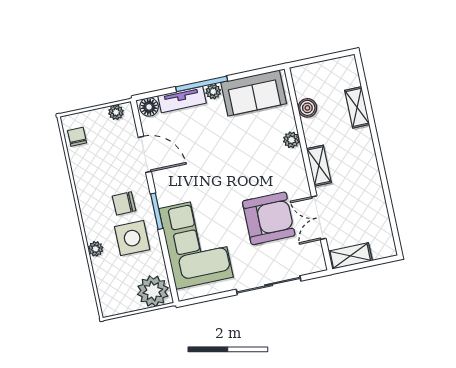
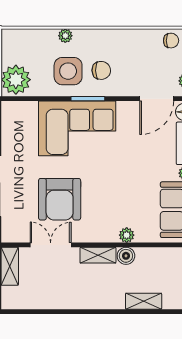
boiler: (307, 108) -> (126, 256), moved
door: (145, 154) -> (157, 99), moved
chair: (124, 203) -> (101, 70), turned 89
corner sofa: (196, 243) -> (77, 128), moved

